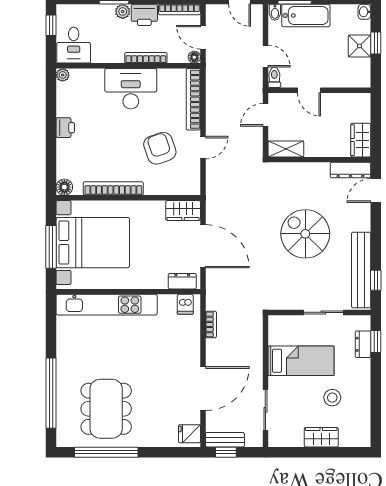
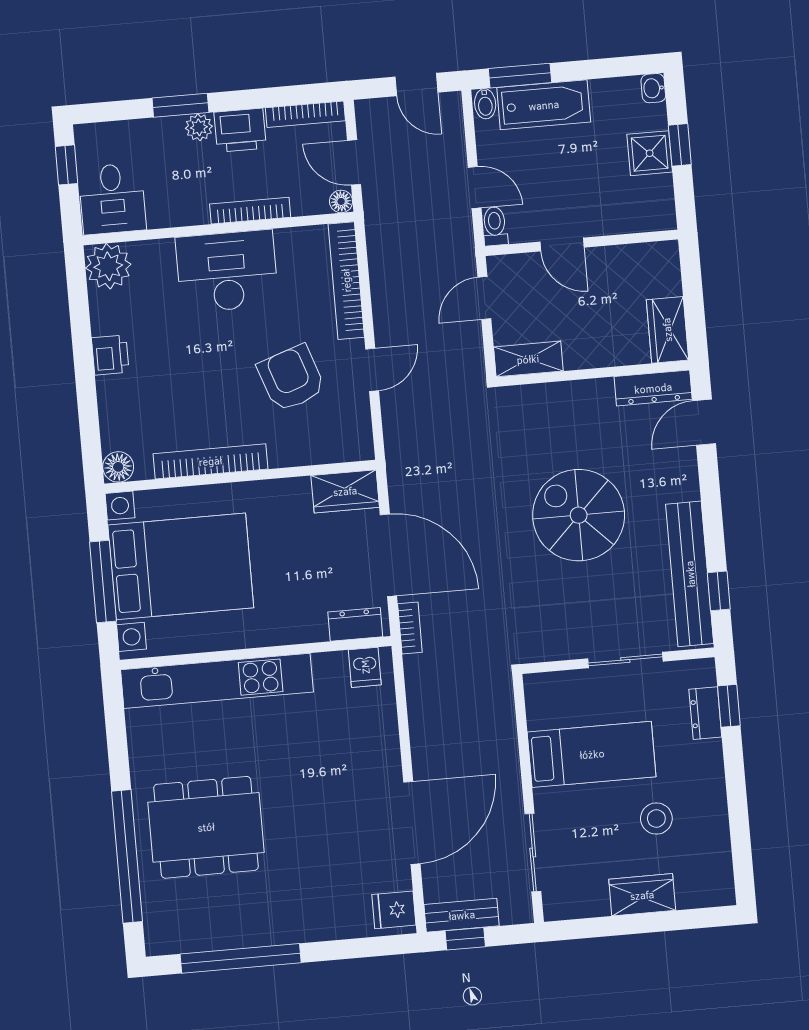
plant: (63, 75) -> (108, 266), width x1.87, depth x1.87
bookcase: (211, 324) -> (410, 628), moved
dining table: (106, 409) -> (206, 827), moved, turned 90

